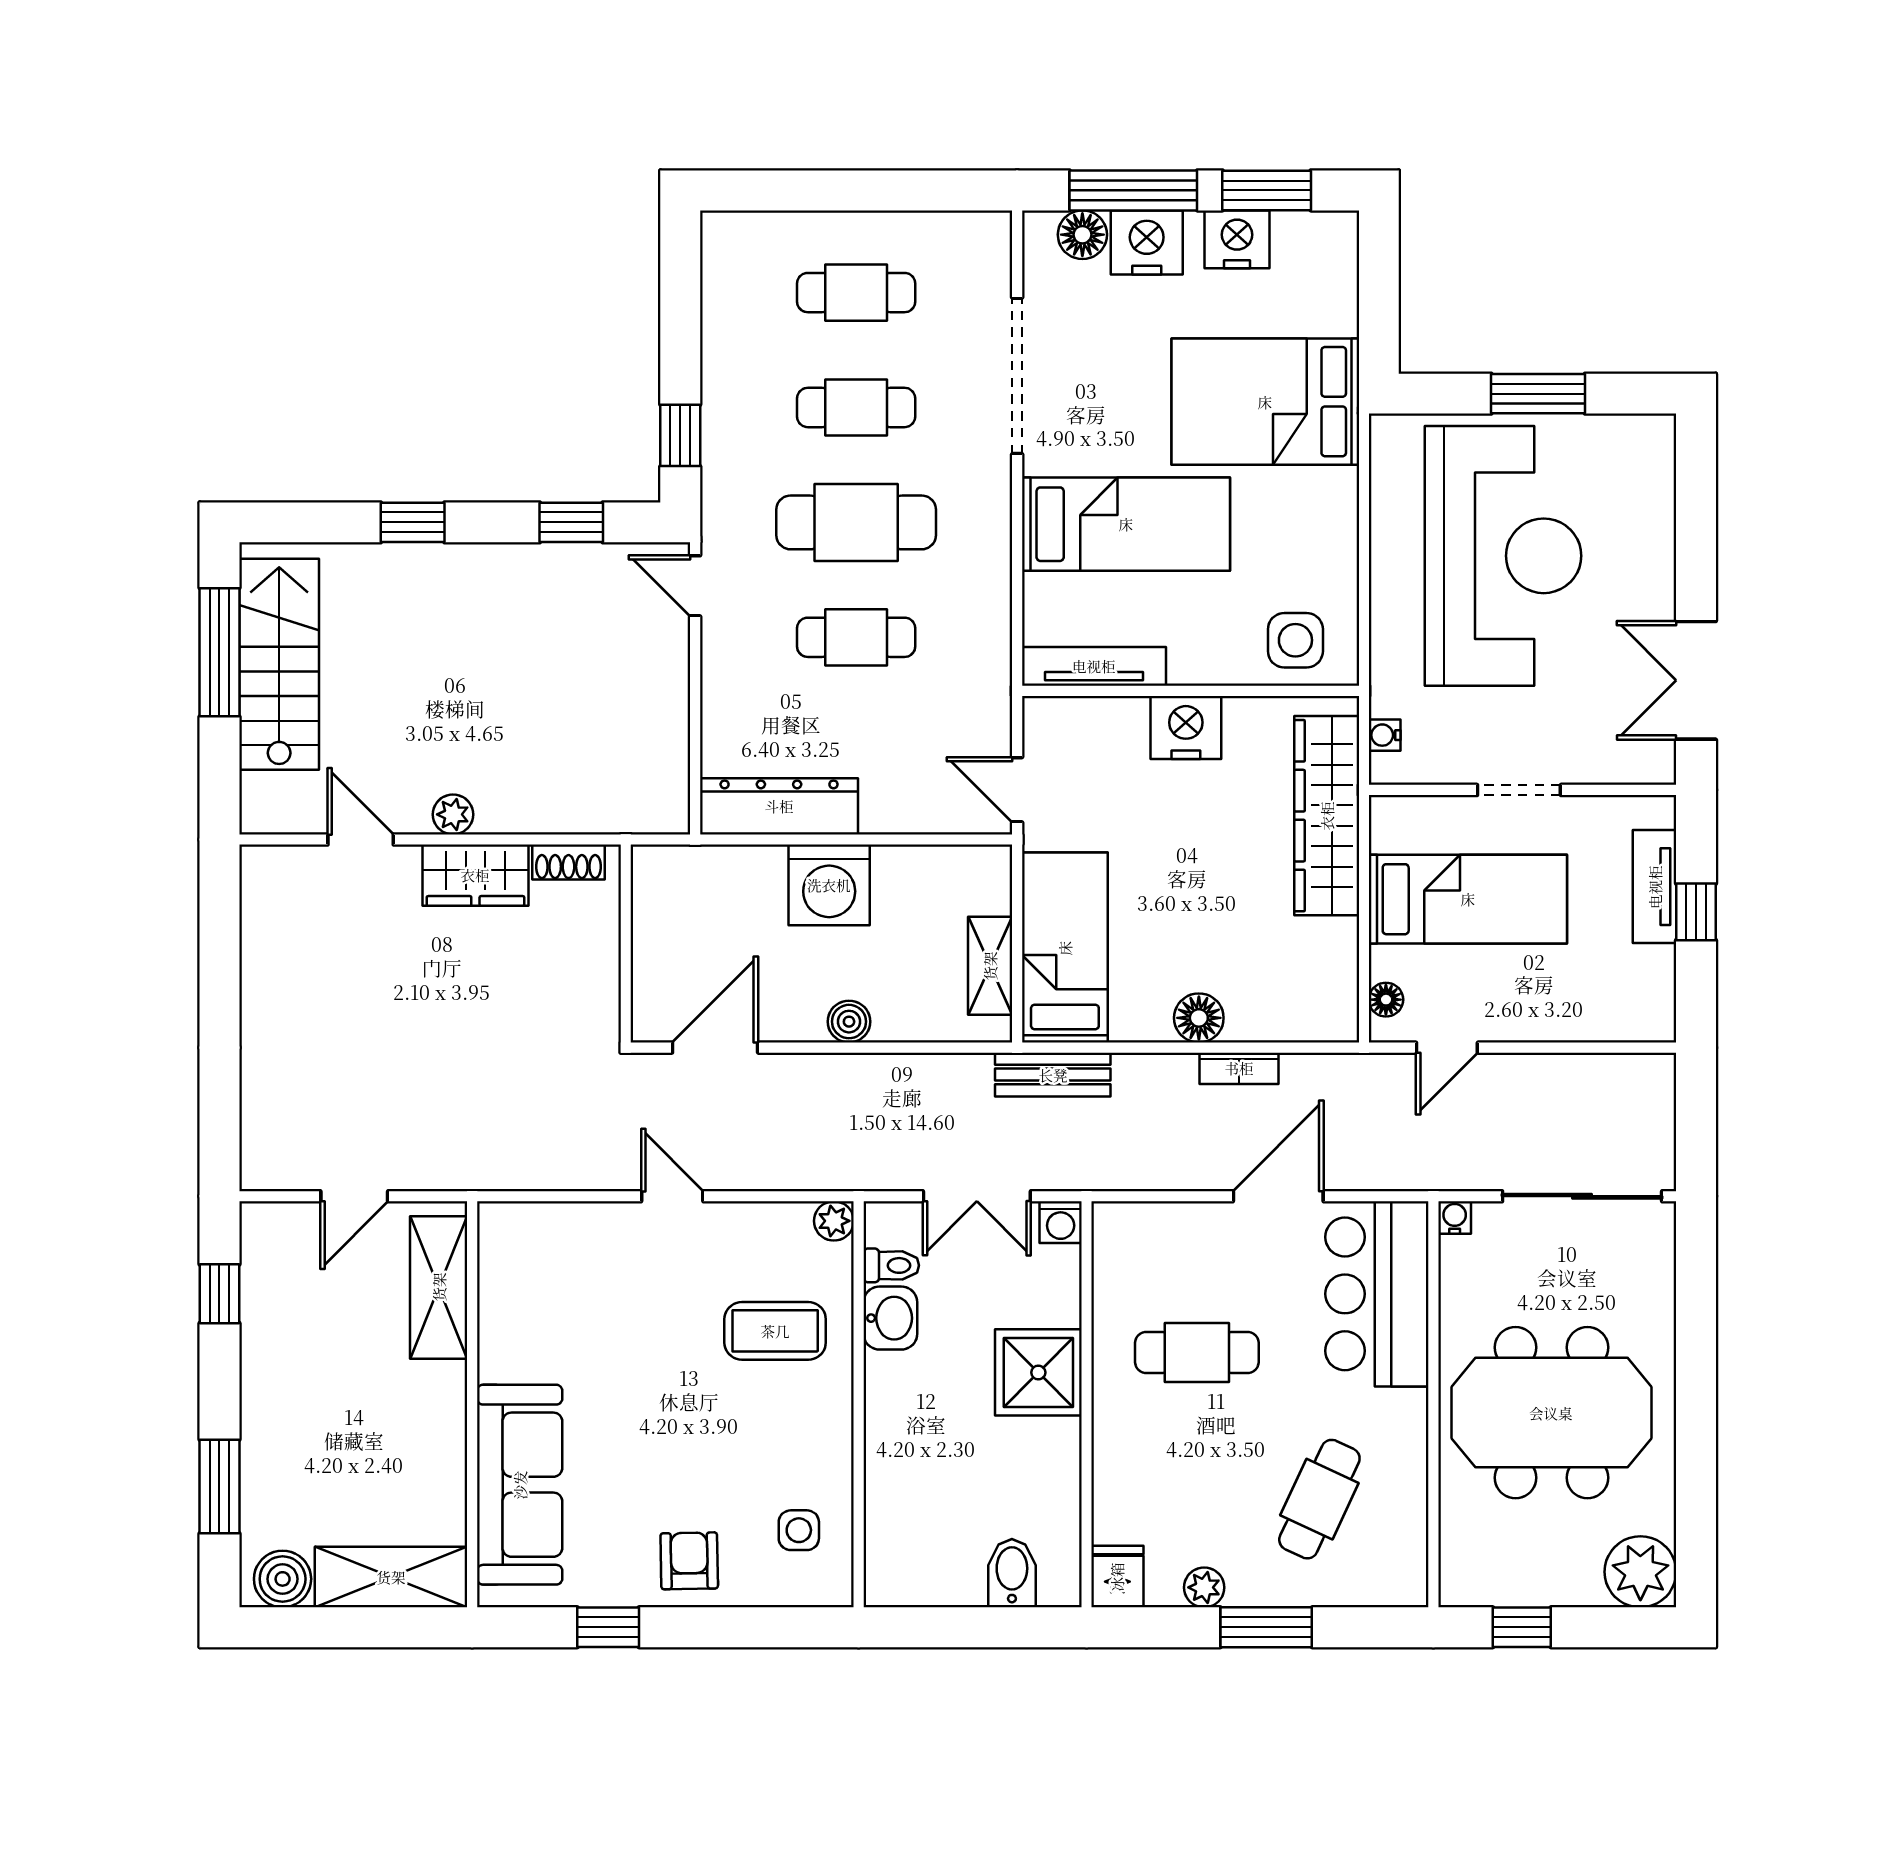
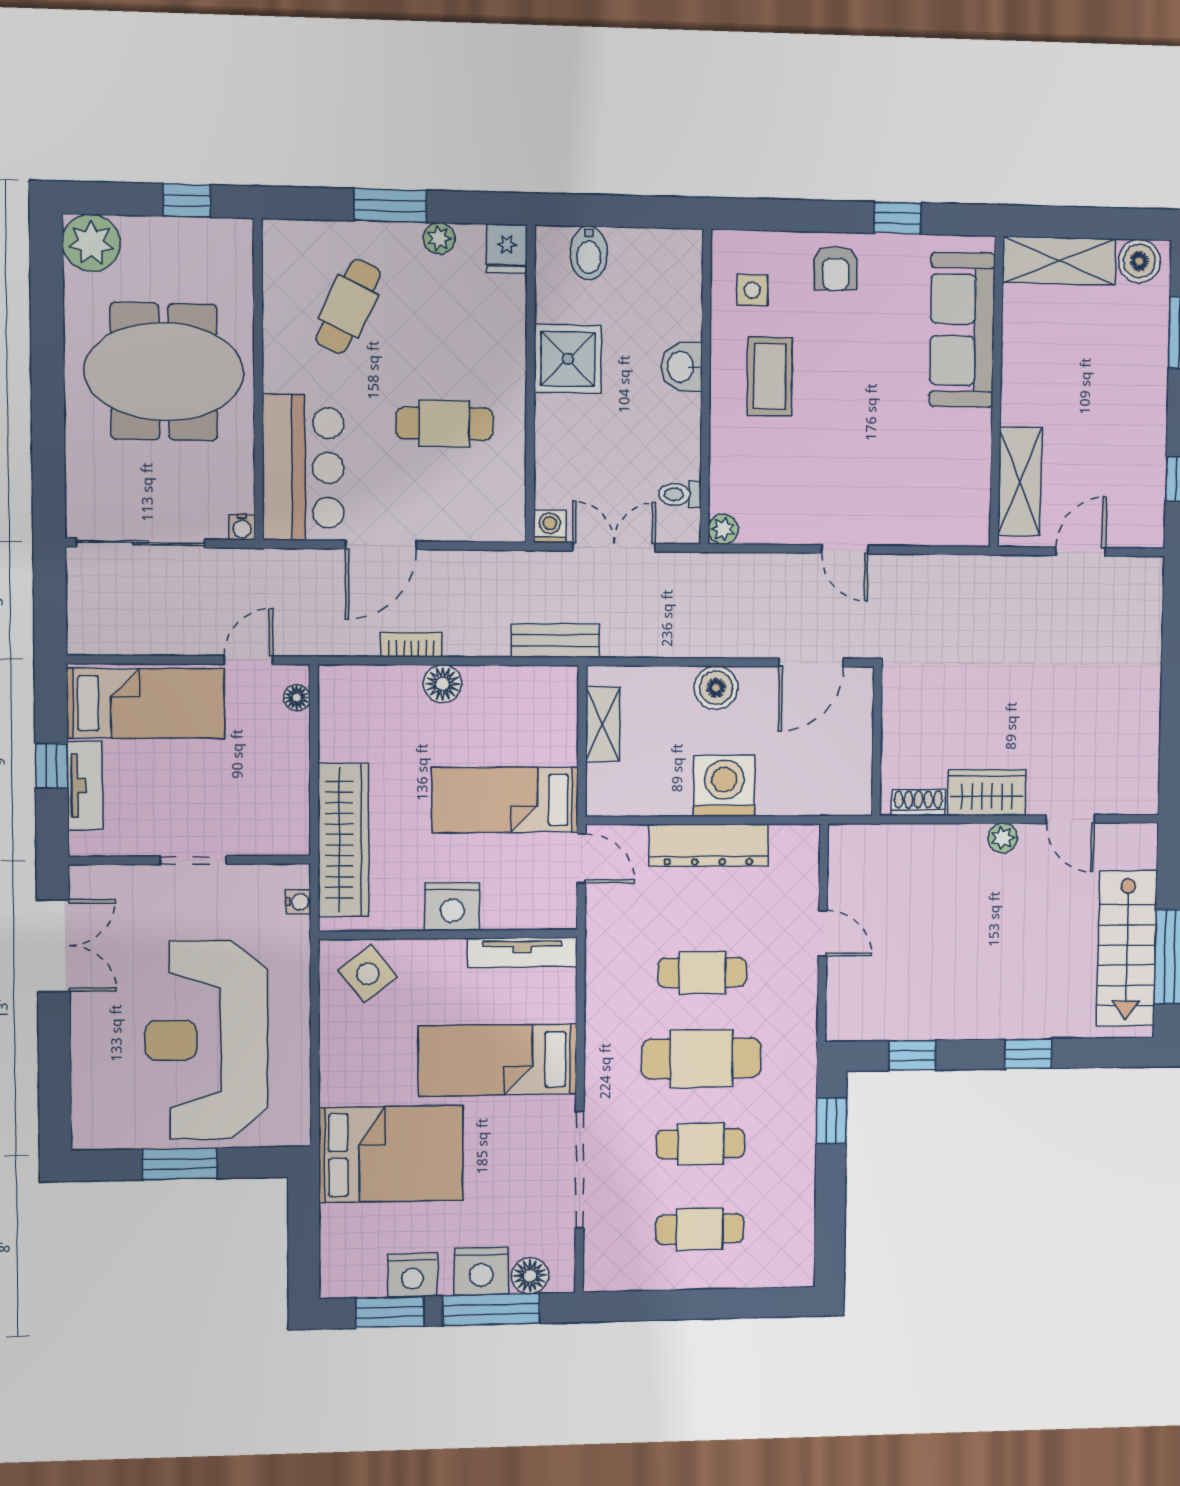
door: (695, 586) -> (823, 933), moved
side table: (1295, 640) -> (368, 974), turned -38
dresser: (779, 806) -> (709, 845), moved
bed: (1468, 899) -> (146, 703), moved, turned 180
bed: (1065, 948) -> (505, 800), moved, turned 90
boiler: (849, 1022) -> (716, 688), width x1.36, depth x1.36
washbasin: (890, 1318) -> (682, 367), moved
coffee table: (775, 1331) -> (770, 376), moved, turned 90
shower: (1038, 1372) -> (568, 359), moved

